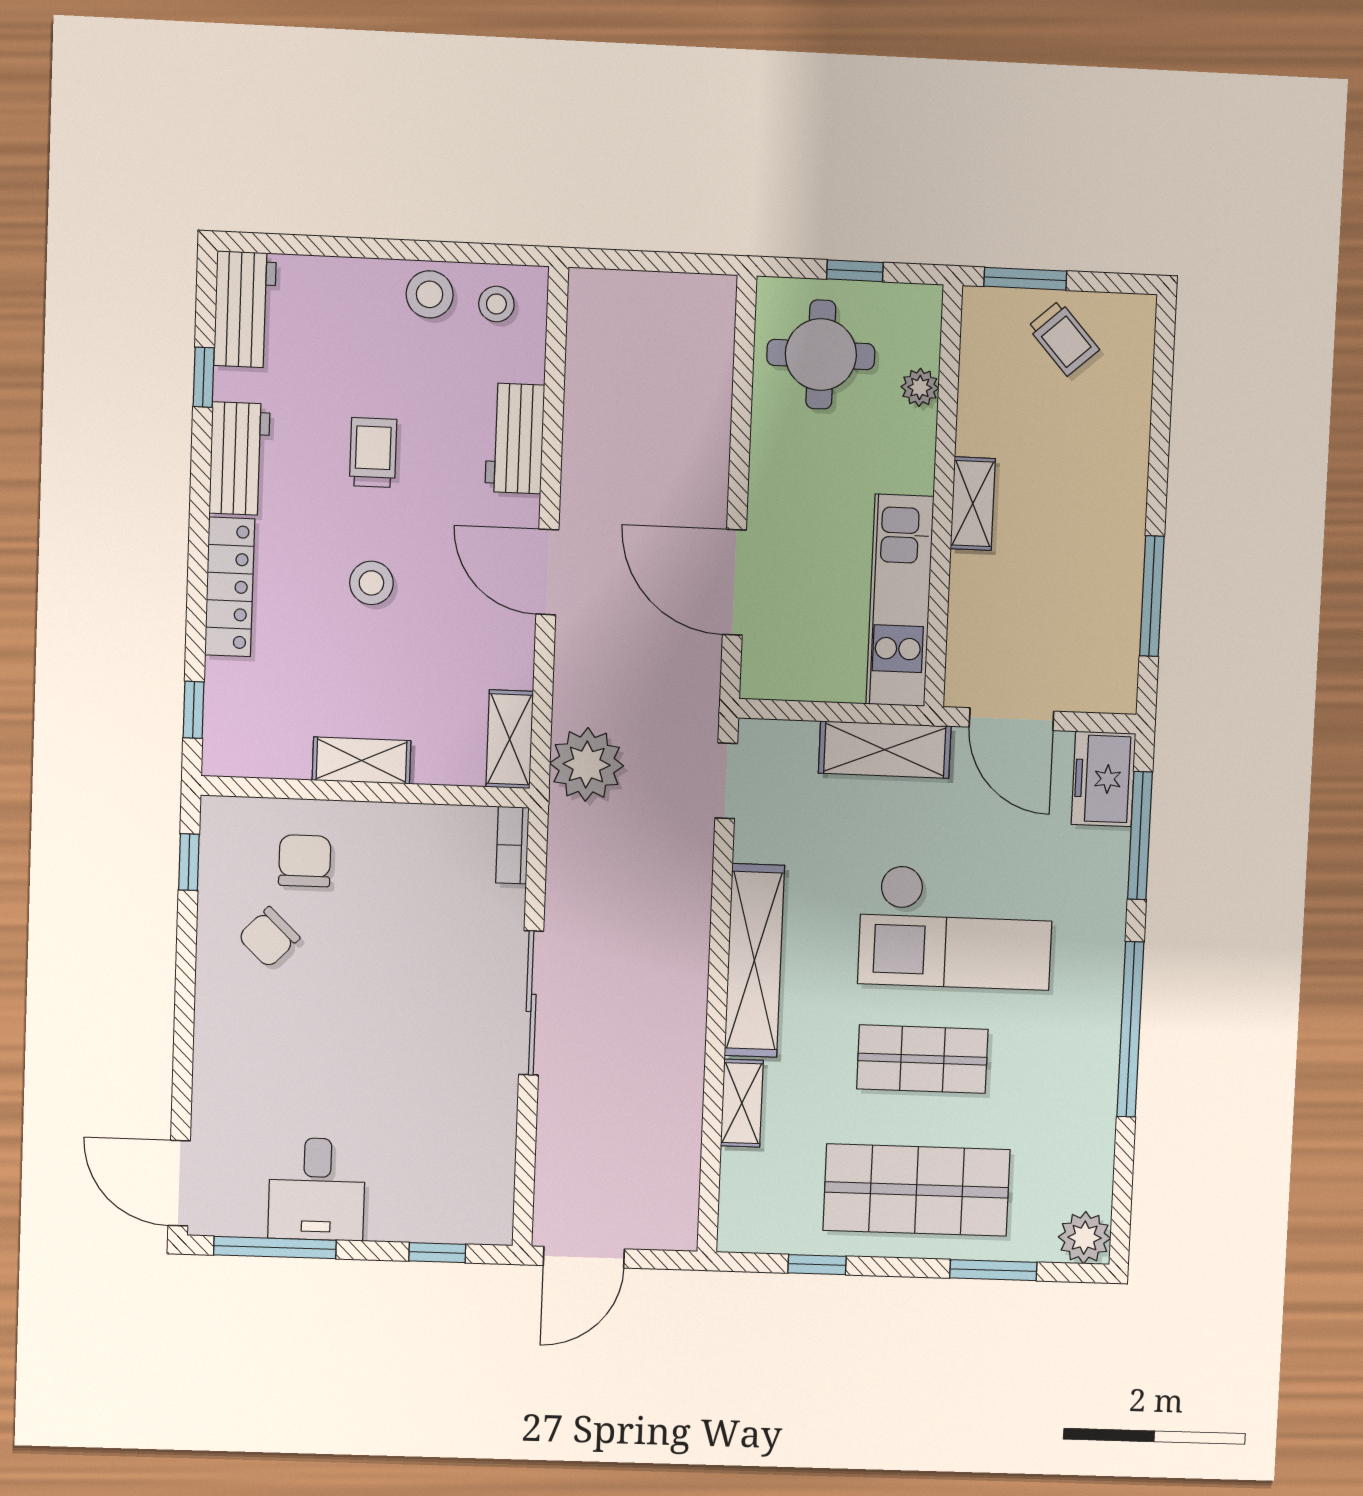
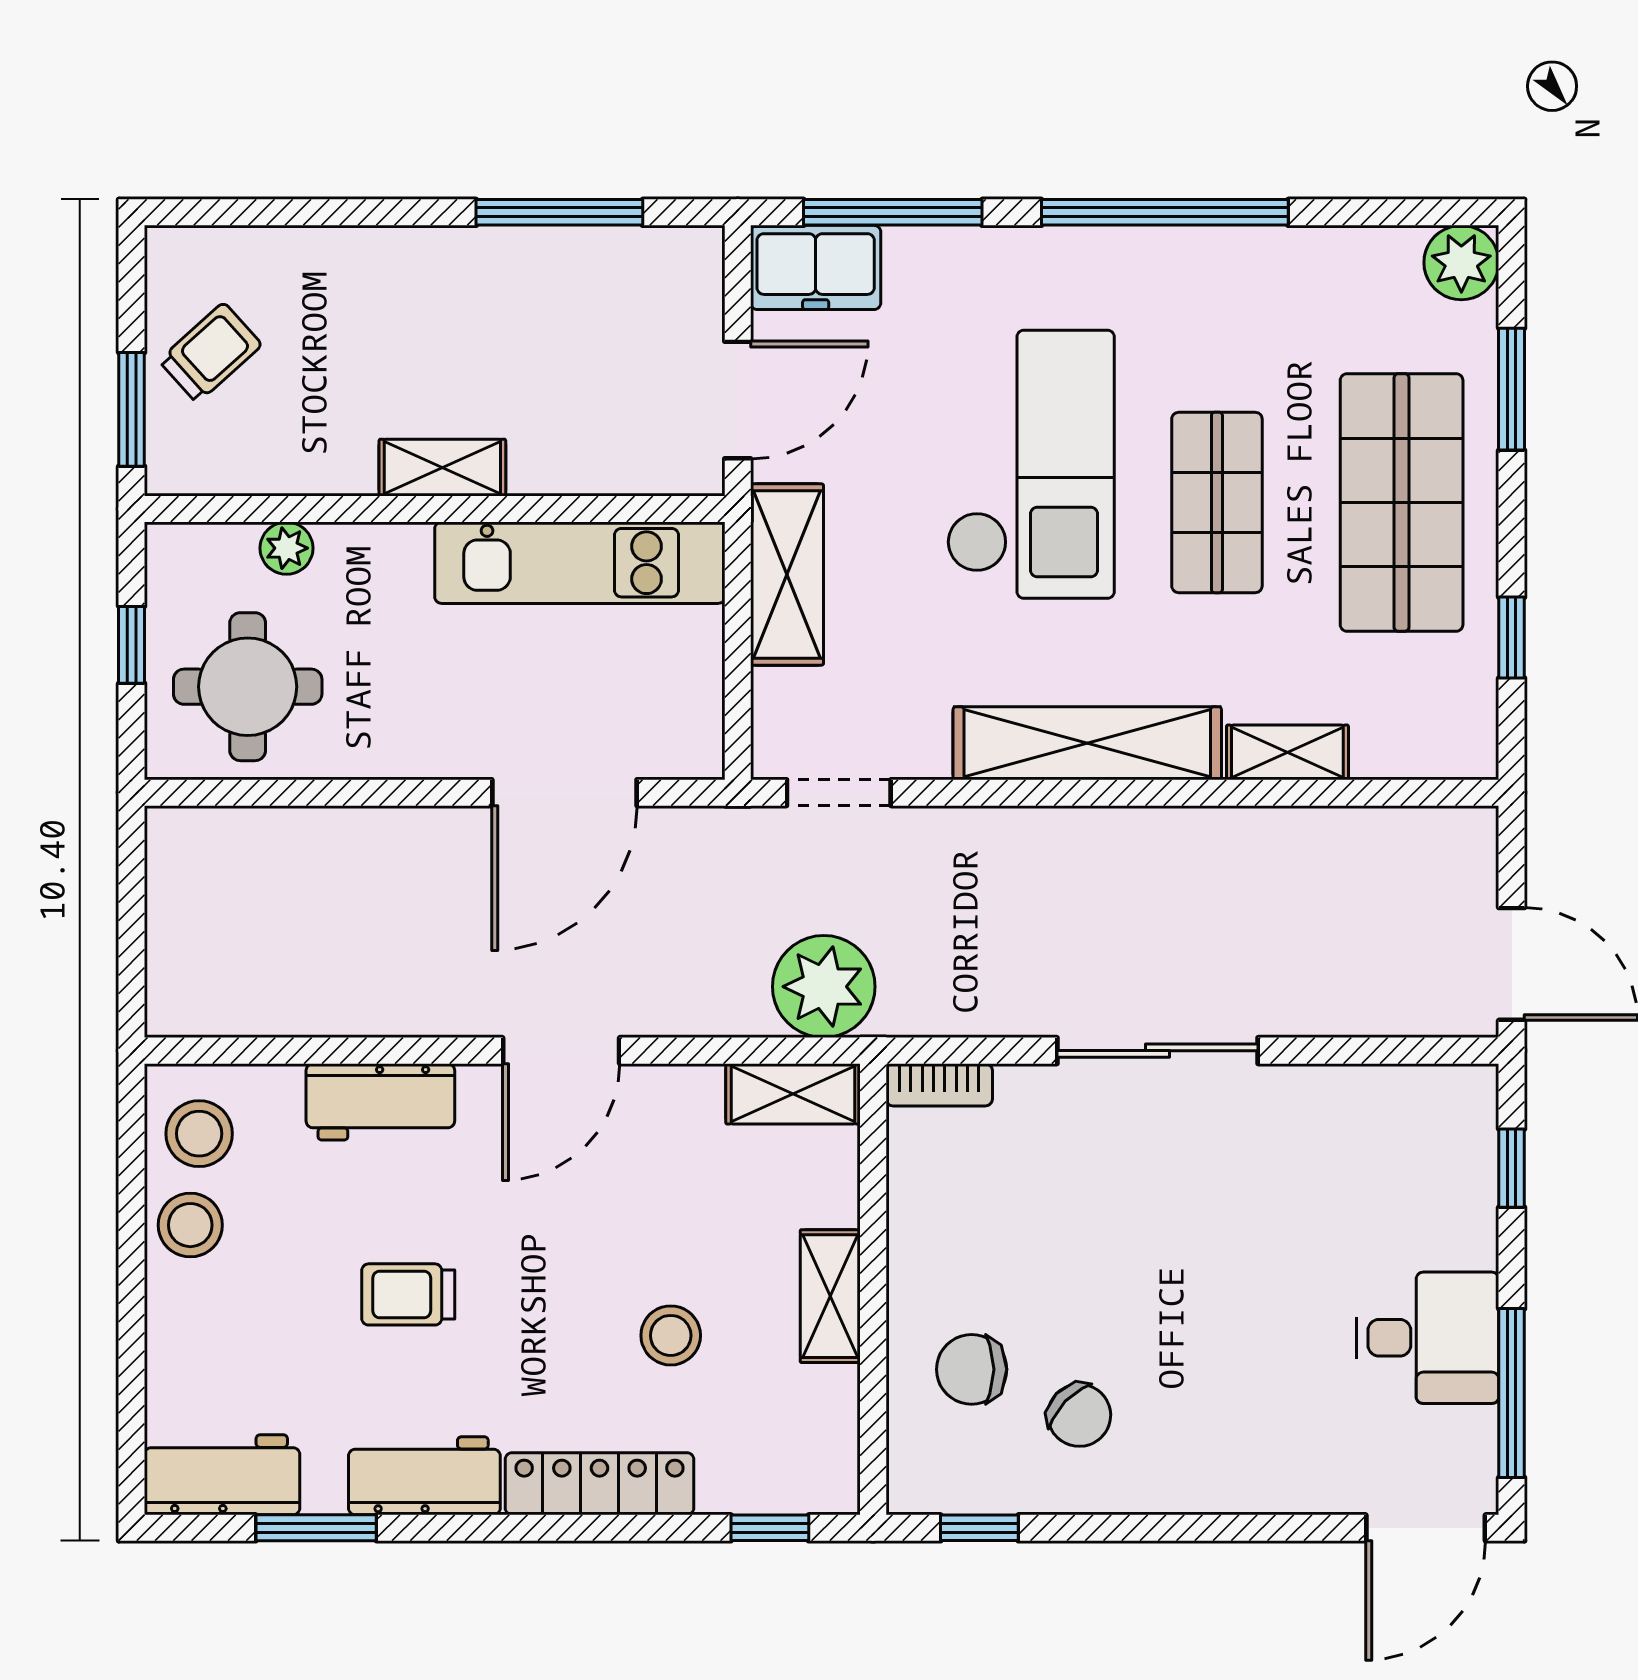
stool: (496, 304) -> (199, 1134), width x1.37, depth x1.37
window: (204, 377) -> (316, 1528), width x1.50
stool: (371, 583) -> (671, 1335), moved

